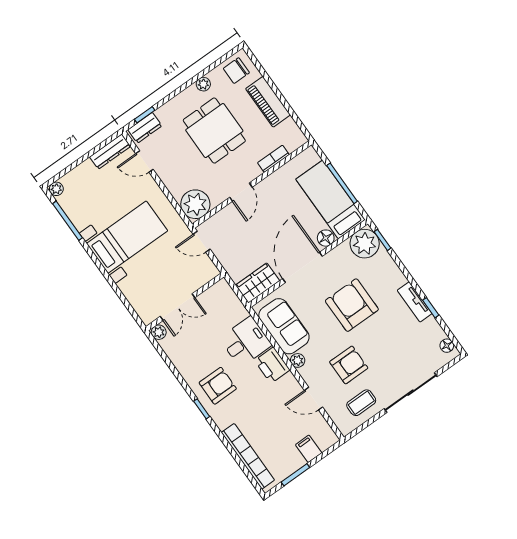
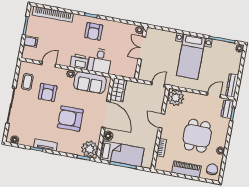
dining table: (214, 131) -> (197, 136), turned 90
armchair: (352, 305) -> (70, 118), turned 180

